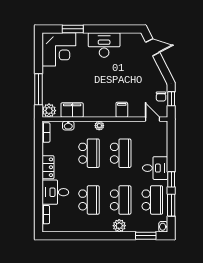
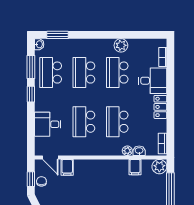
filing cabinet: (72, 110) -> (135, 167), width x0.50
filing cabinet: (122, 110) -> (67, 167), moved
plant: (99, 126) -> (127, 151), moved
desk: (155, 168) -> (48, 124), moved
plant: (119, 226) -> (121, 45), moved

